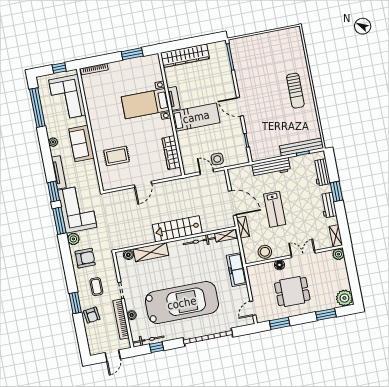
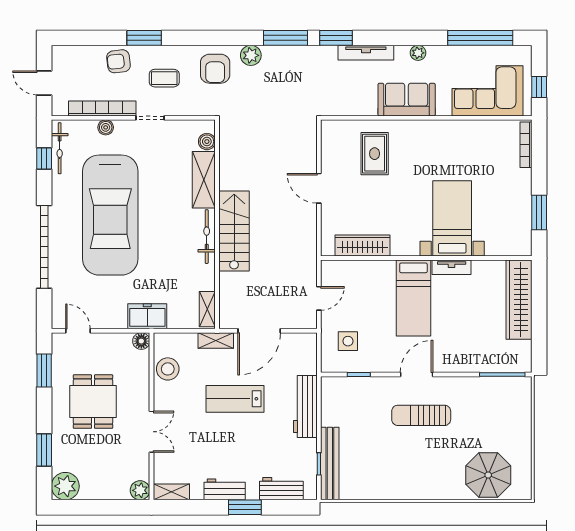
parasol: (290, 54) -> (488, 475), added
sun lounger: (295, 91) -> (421, 415), moved
side table: (217, 159) -> (348, 341), moved
corner sofa: (77, 209) -> (300, 72), removed
bicycle: (199, 241) -> (207, 237), moved
floor lamp: (279, 265) -> (141, 341), moved
freezer: (237, 270) -> (147, 316), width x0.71

